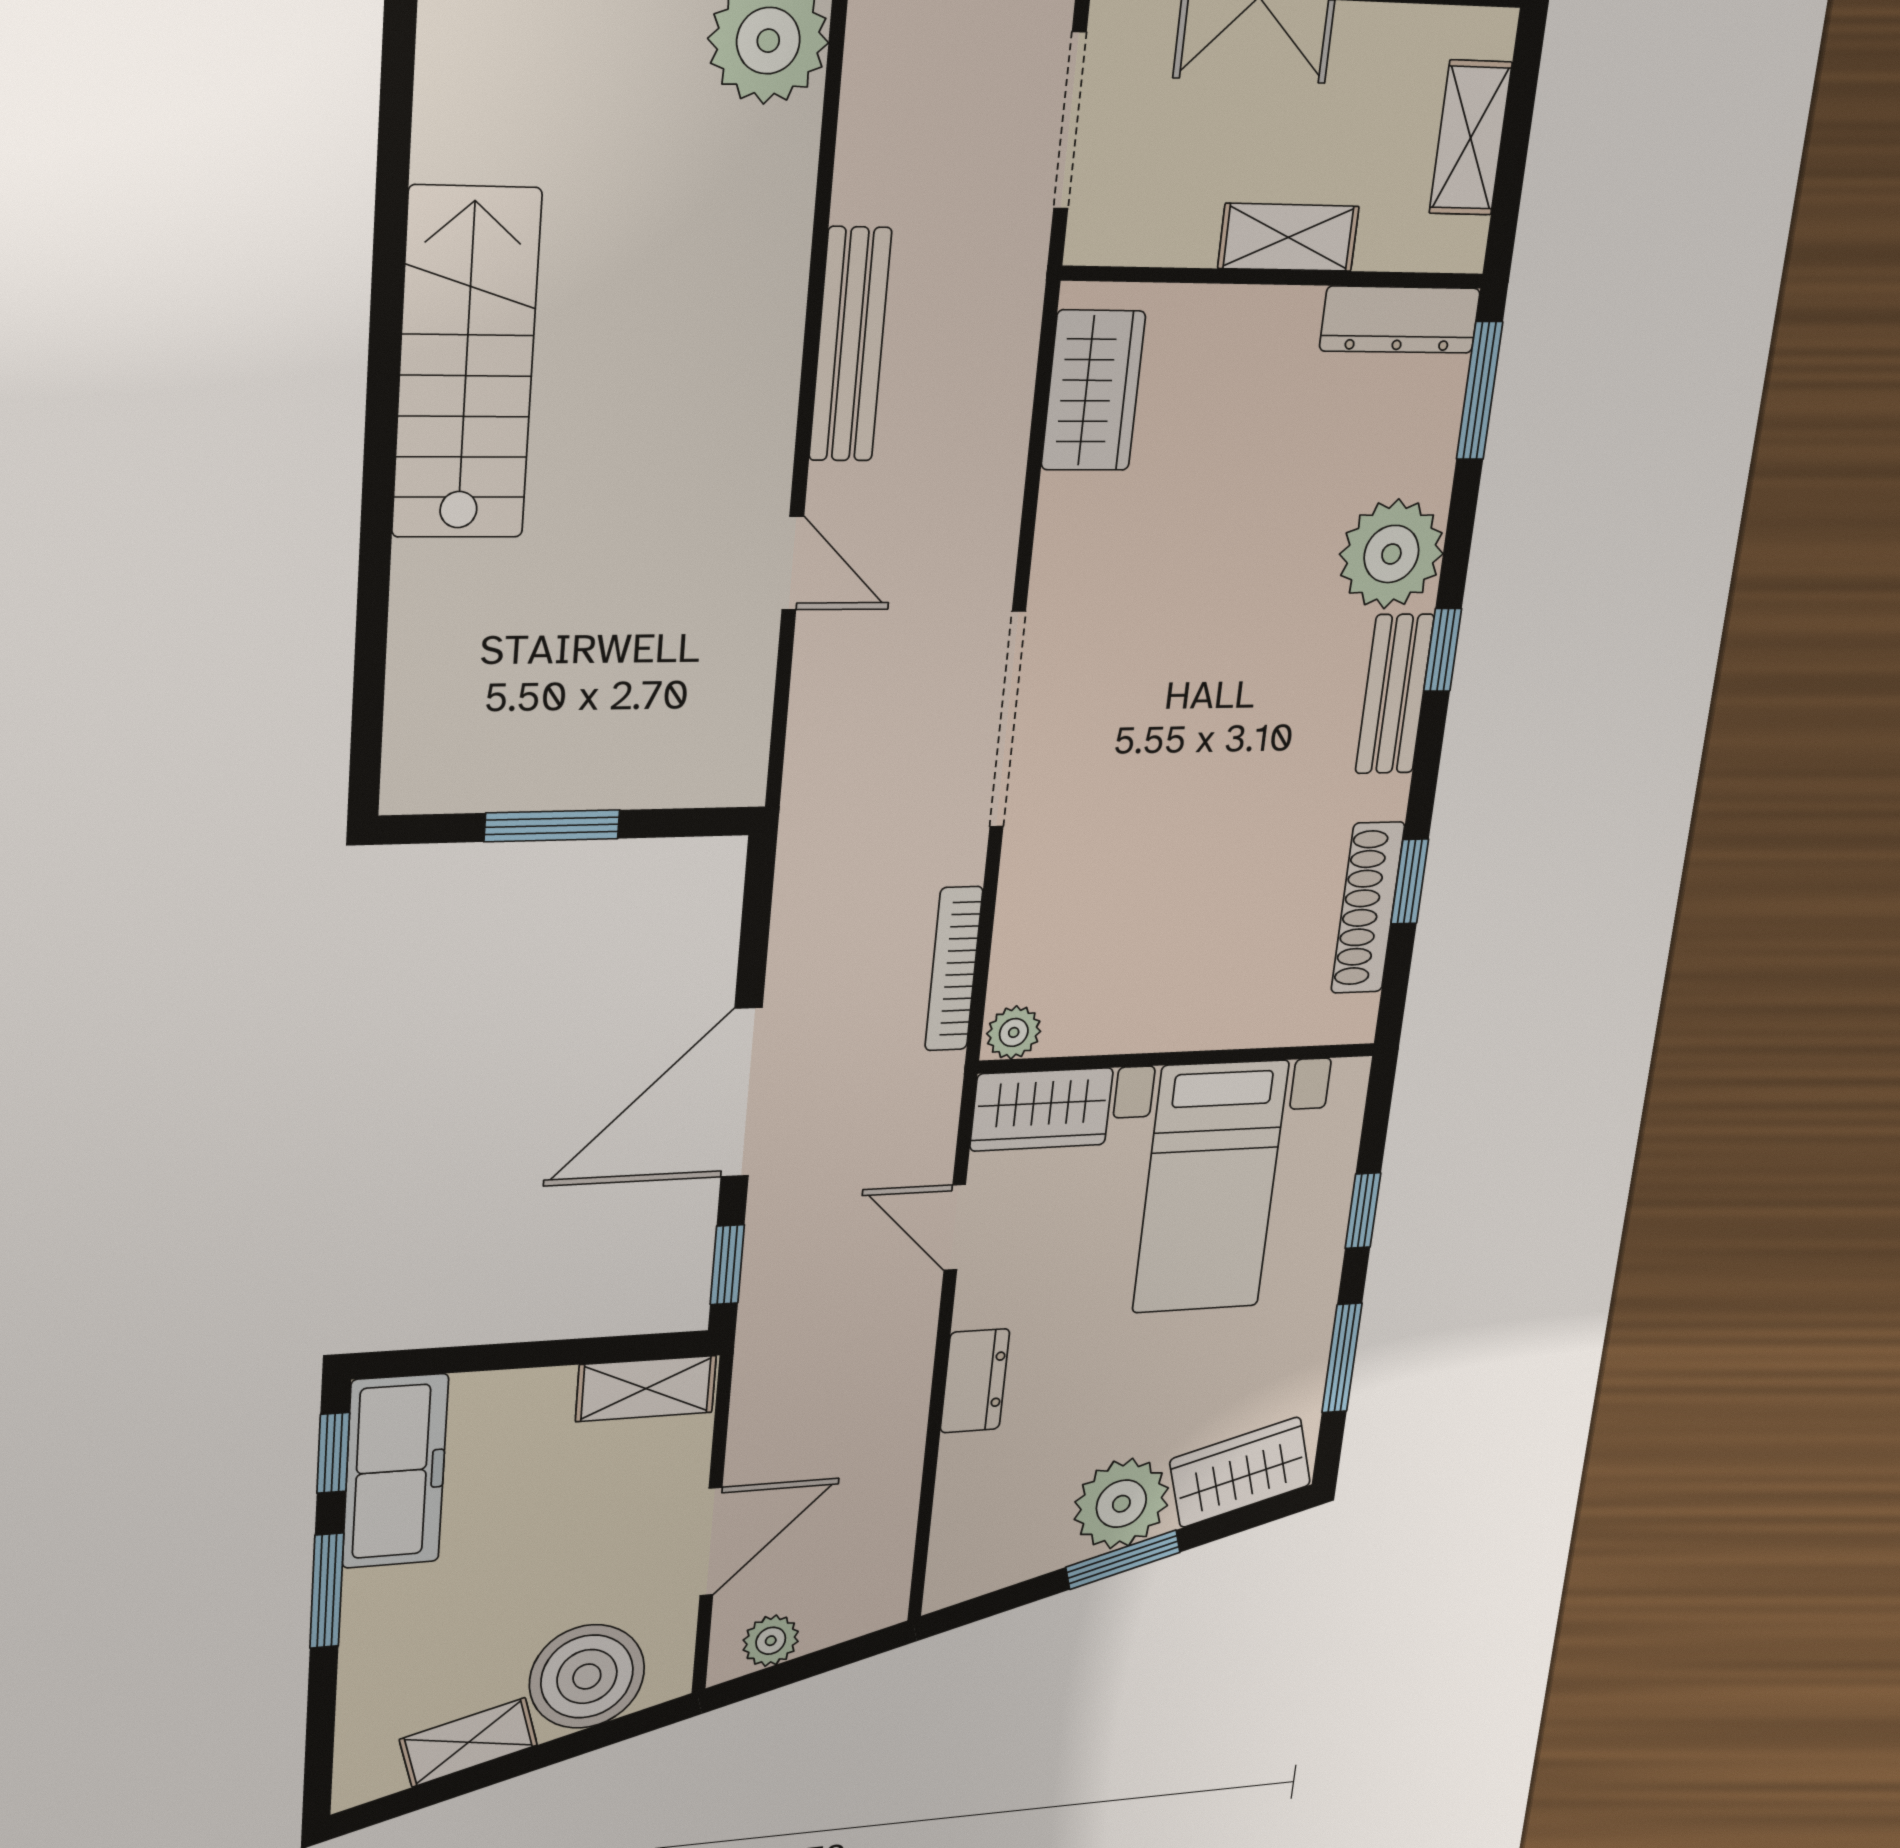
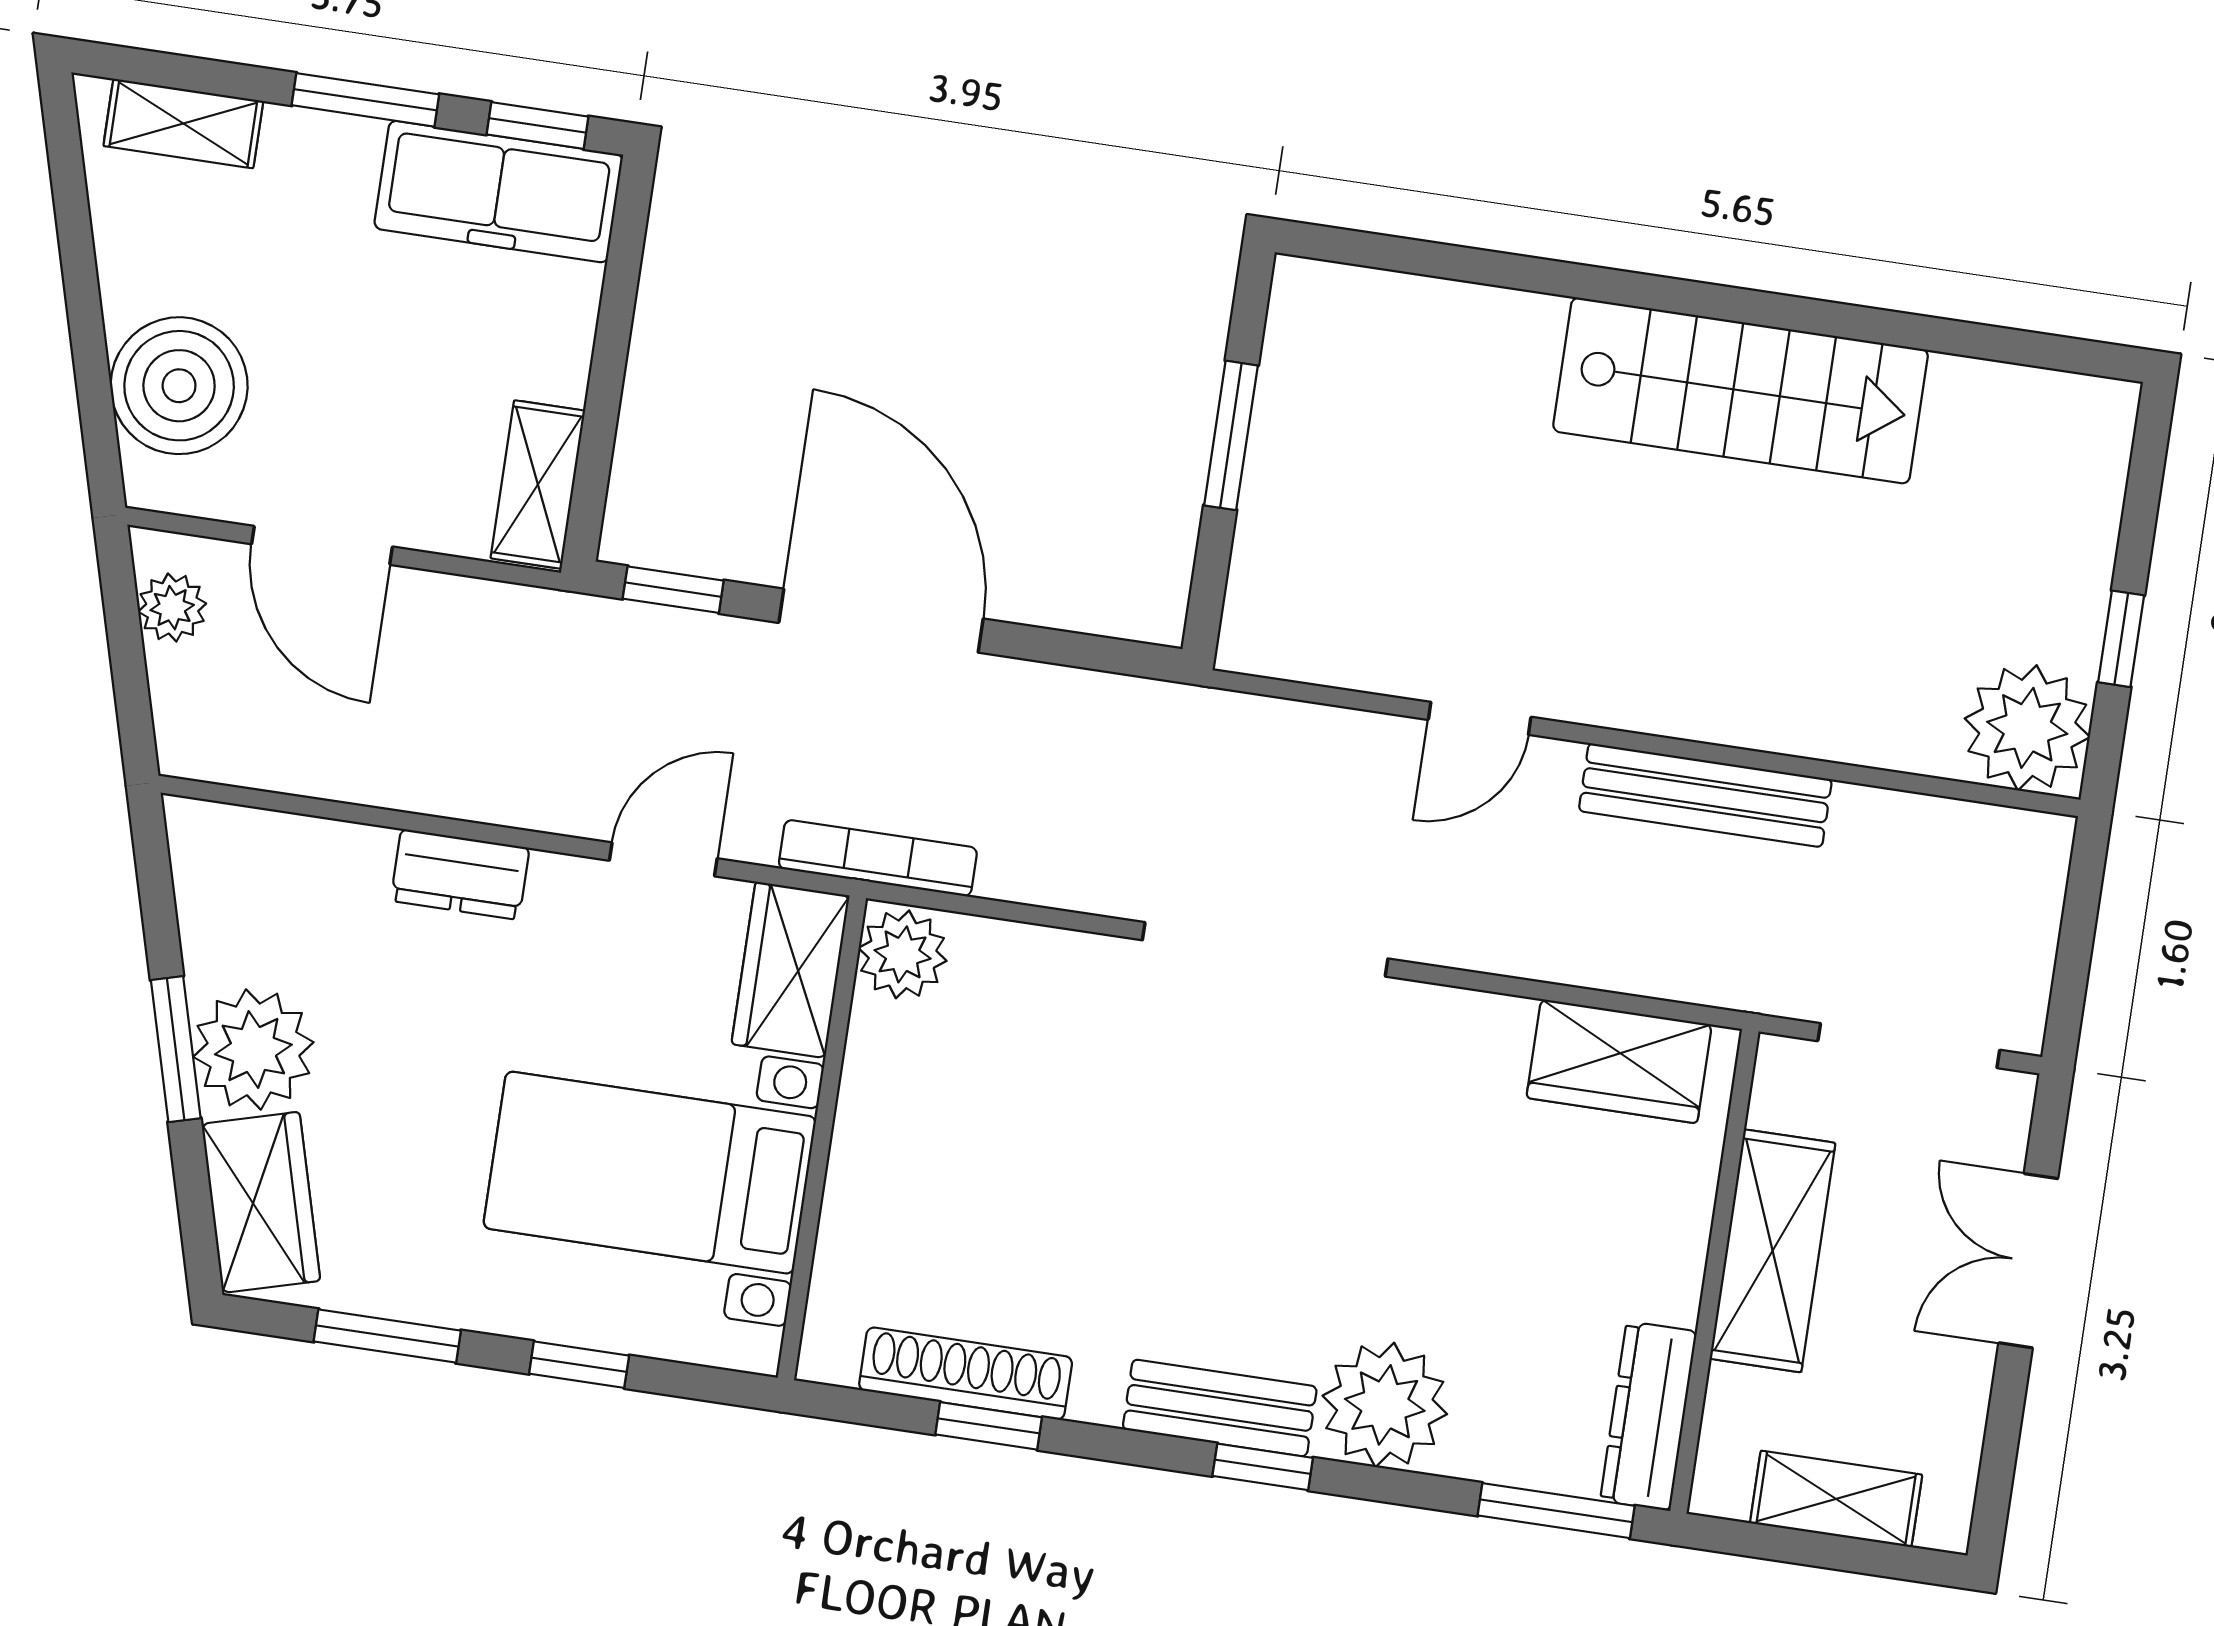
shelving: (1288, 237) -> (1773, 1251), width x1.50, depth x1.33
bookcase: (954, 969) -> (878, 858), moved
plant: (1014, 1032) -> (903, 954), width x1.38, depth x1.38
shelving: (469, 1742) -> (183, 123), moved, turned -74

